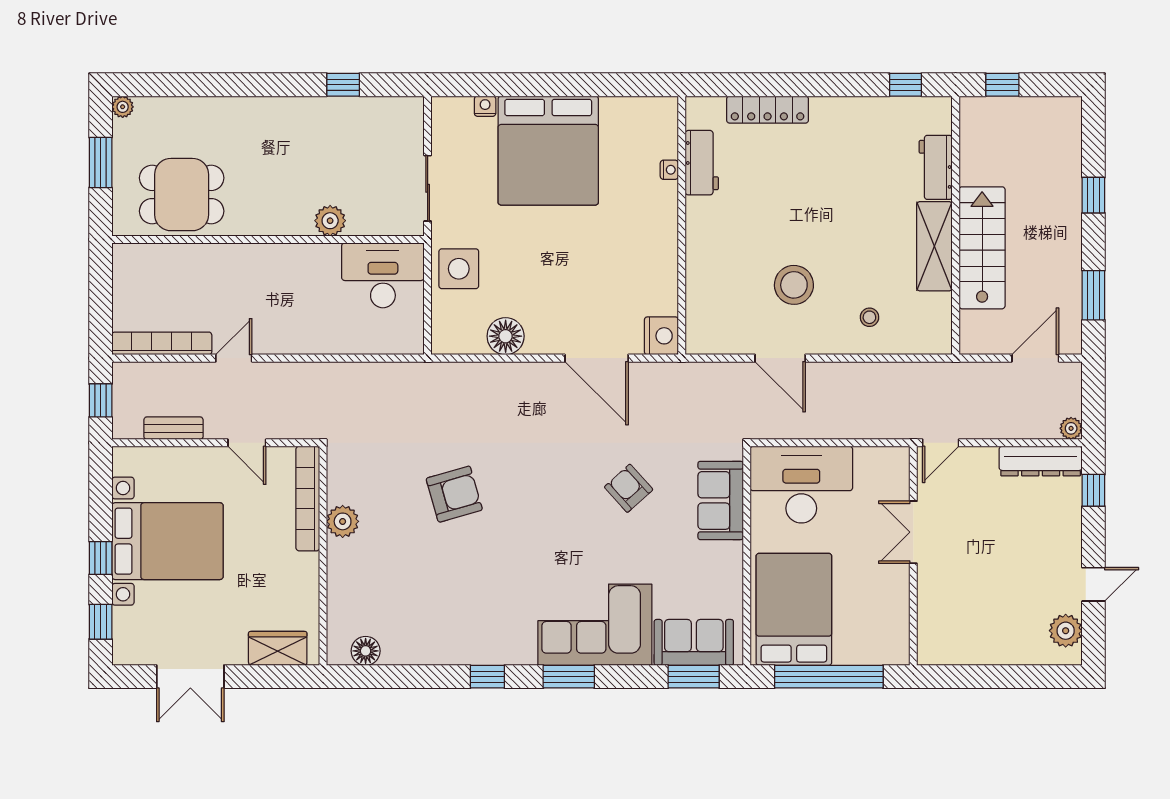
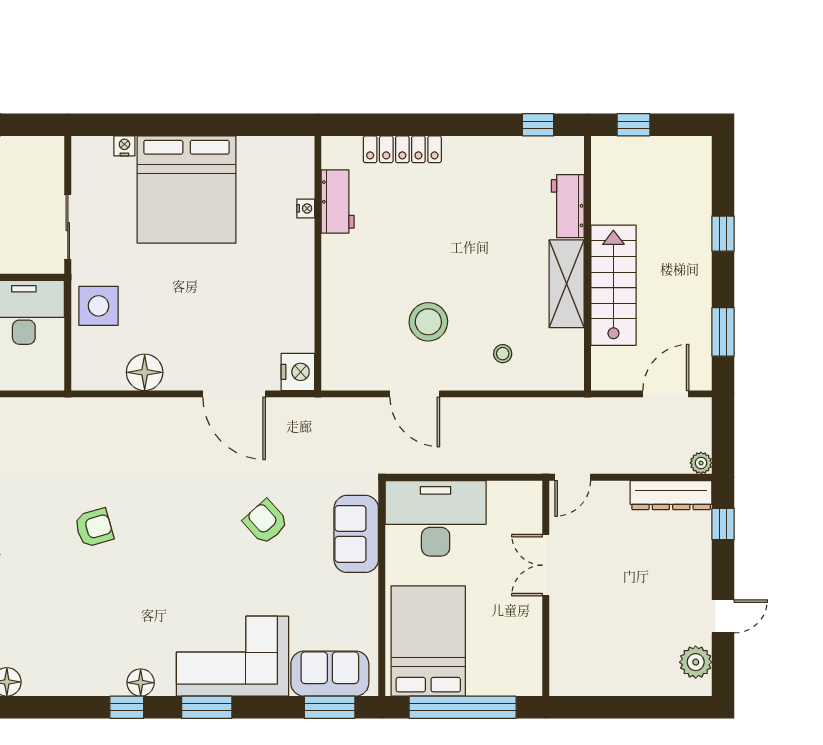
armchair: (454, 494) -> (94, 528), width x0.72, depth x0.72
floor lamp: (502, 651) -> (141, 683), added

